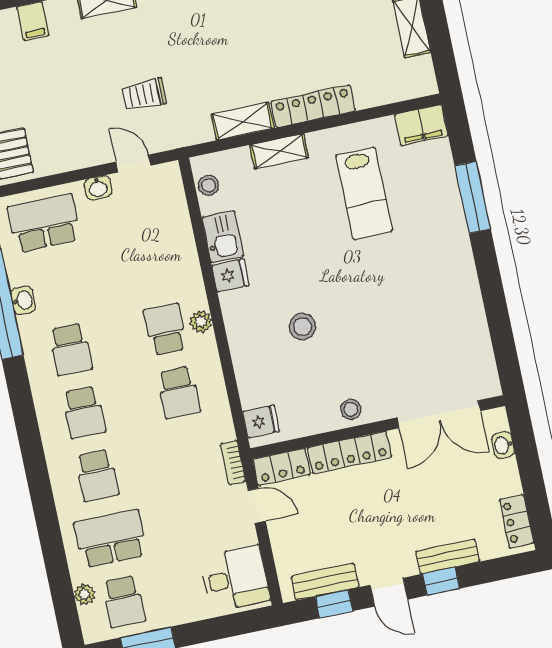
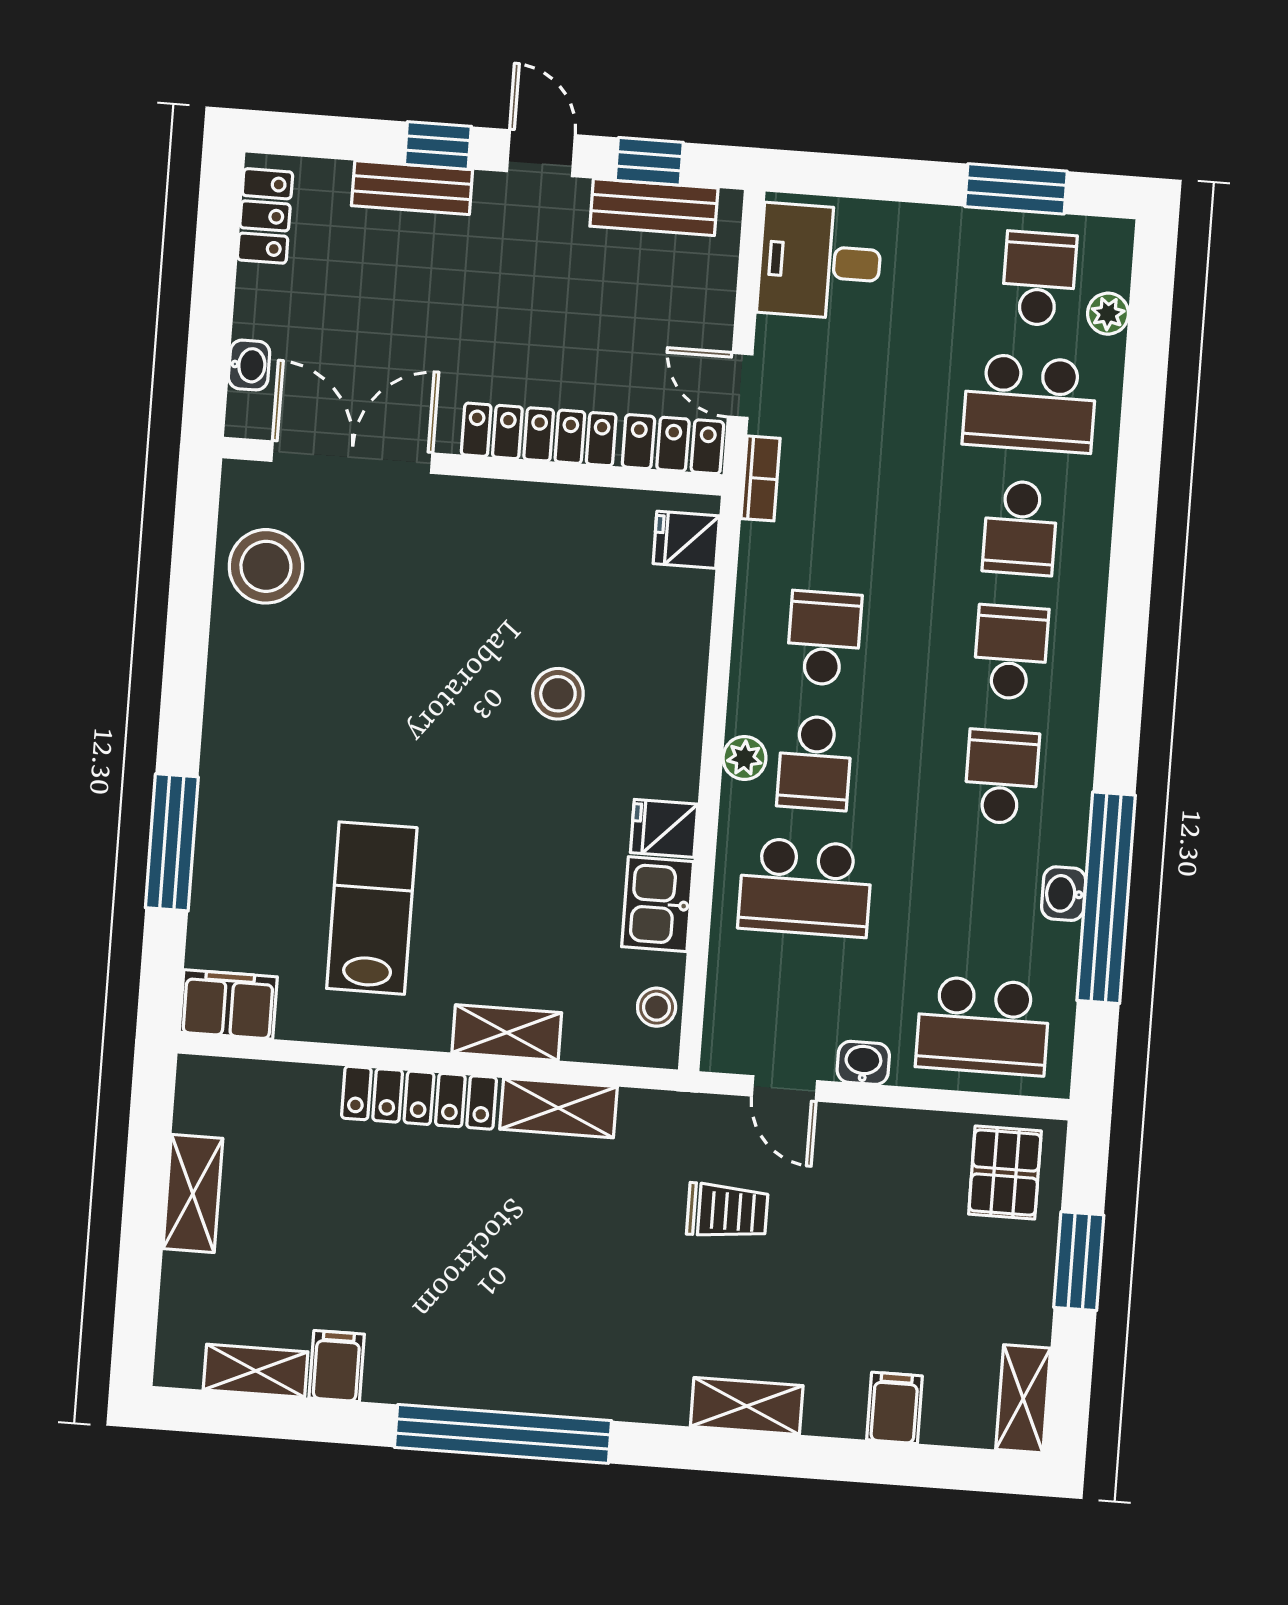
school desk: (152, 266) -> (805, 887), added
stool: (351, 409) -> (266, 566), moved, width x1.89, depth x1.89
school desk: (97, 475) -> (1020, 528), turned 180

